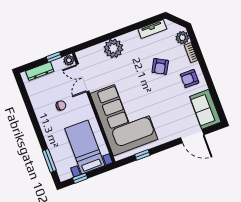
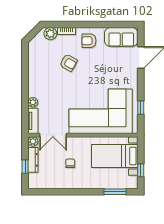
tv unit: (152, 29) -> (33, 121), moved
plant: (113, 48) -> (33, 102), width x0.53, depth x0.53
window: (54, 57) -> (25, 167), moved
dresser: (40, 71) -> (33, 160), moved
armchair: (190, 79) -> (89, 41), turned 90

